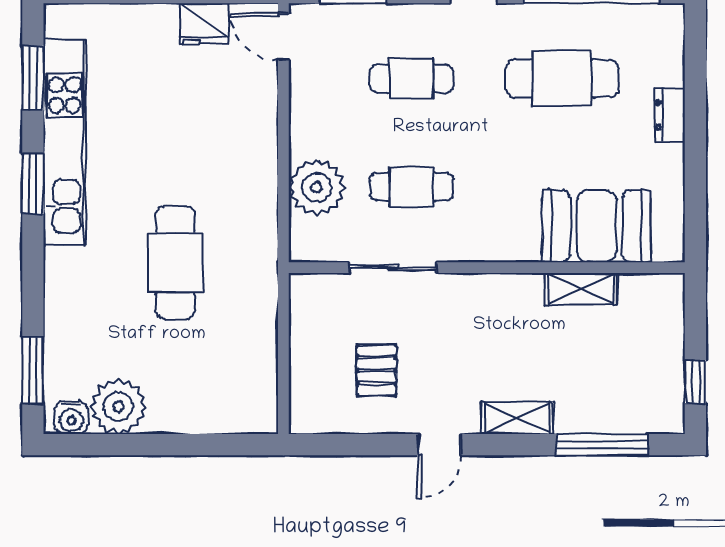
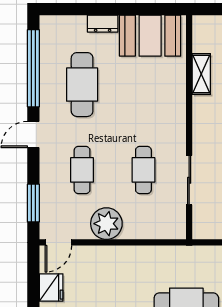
plant: (317, 187) -> (106, 224), moved
booth: (596, 226) -> (150, 36), moved, turned 90

